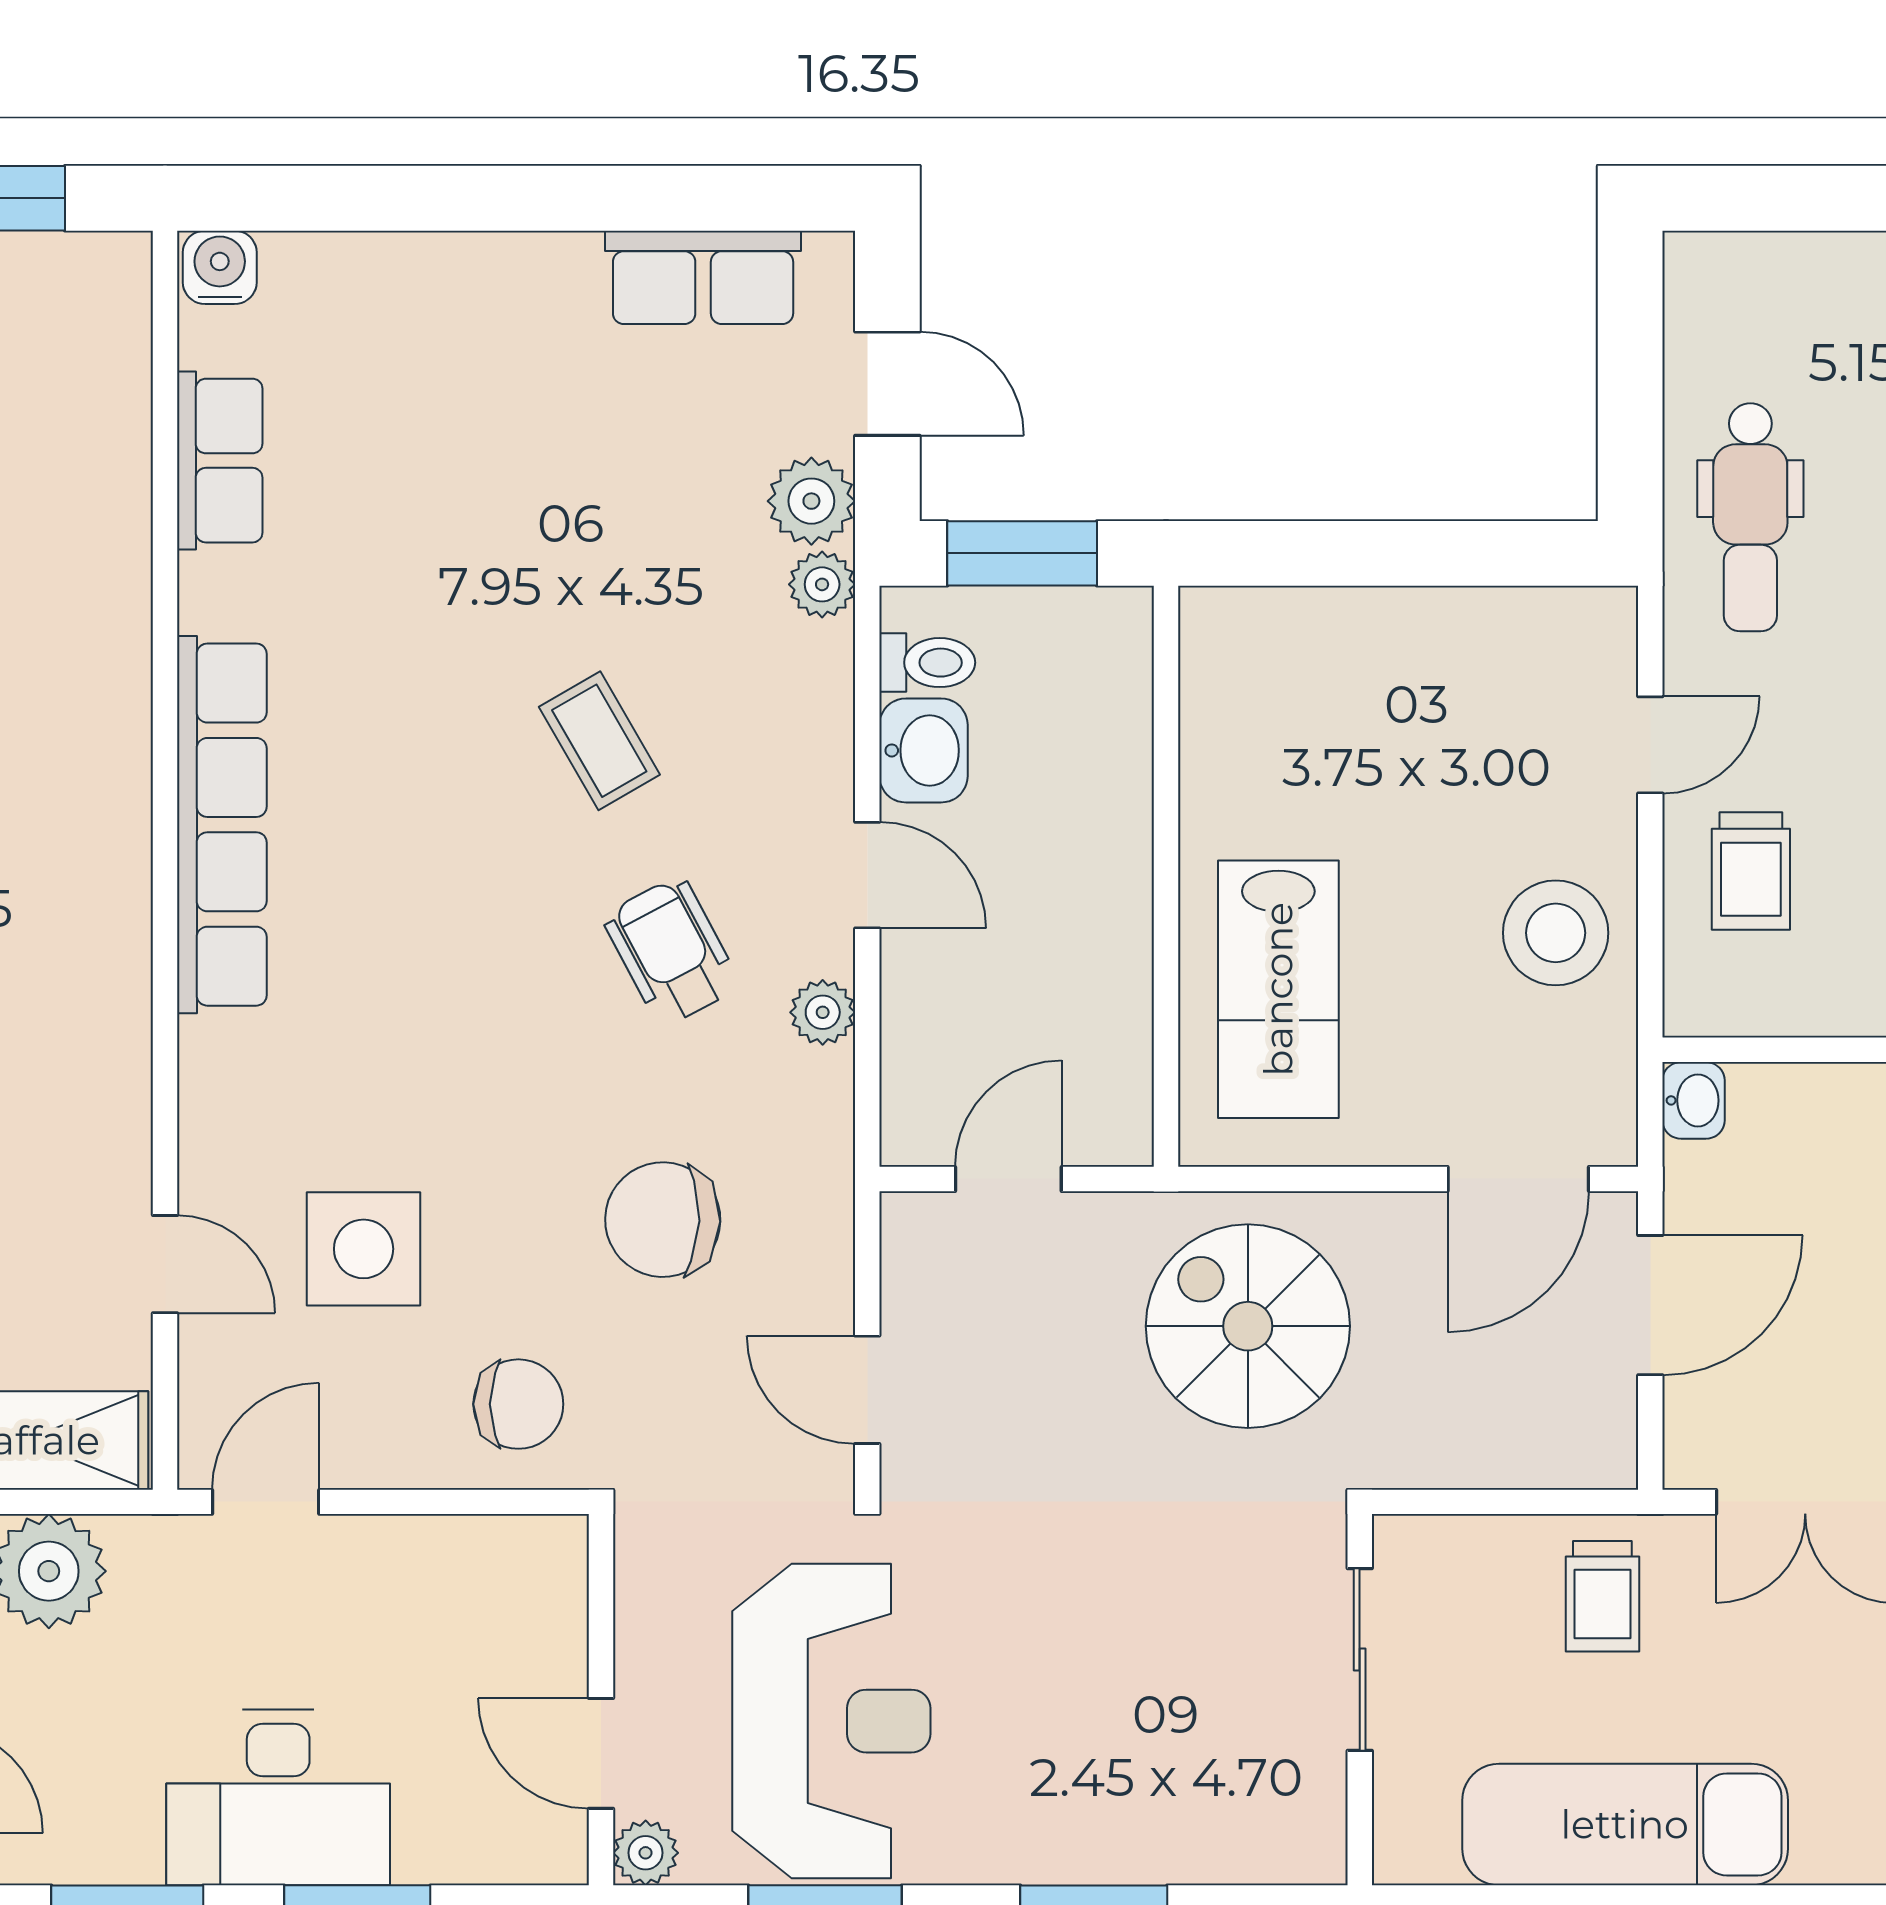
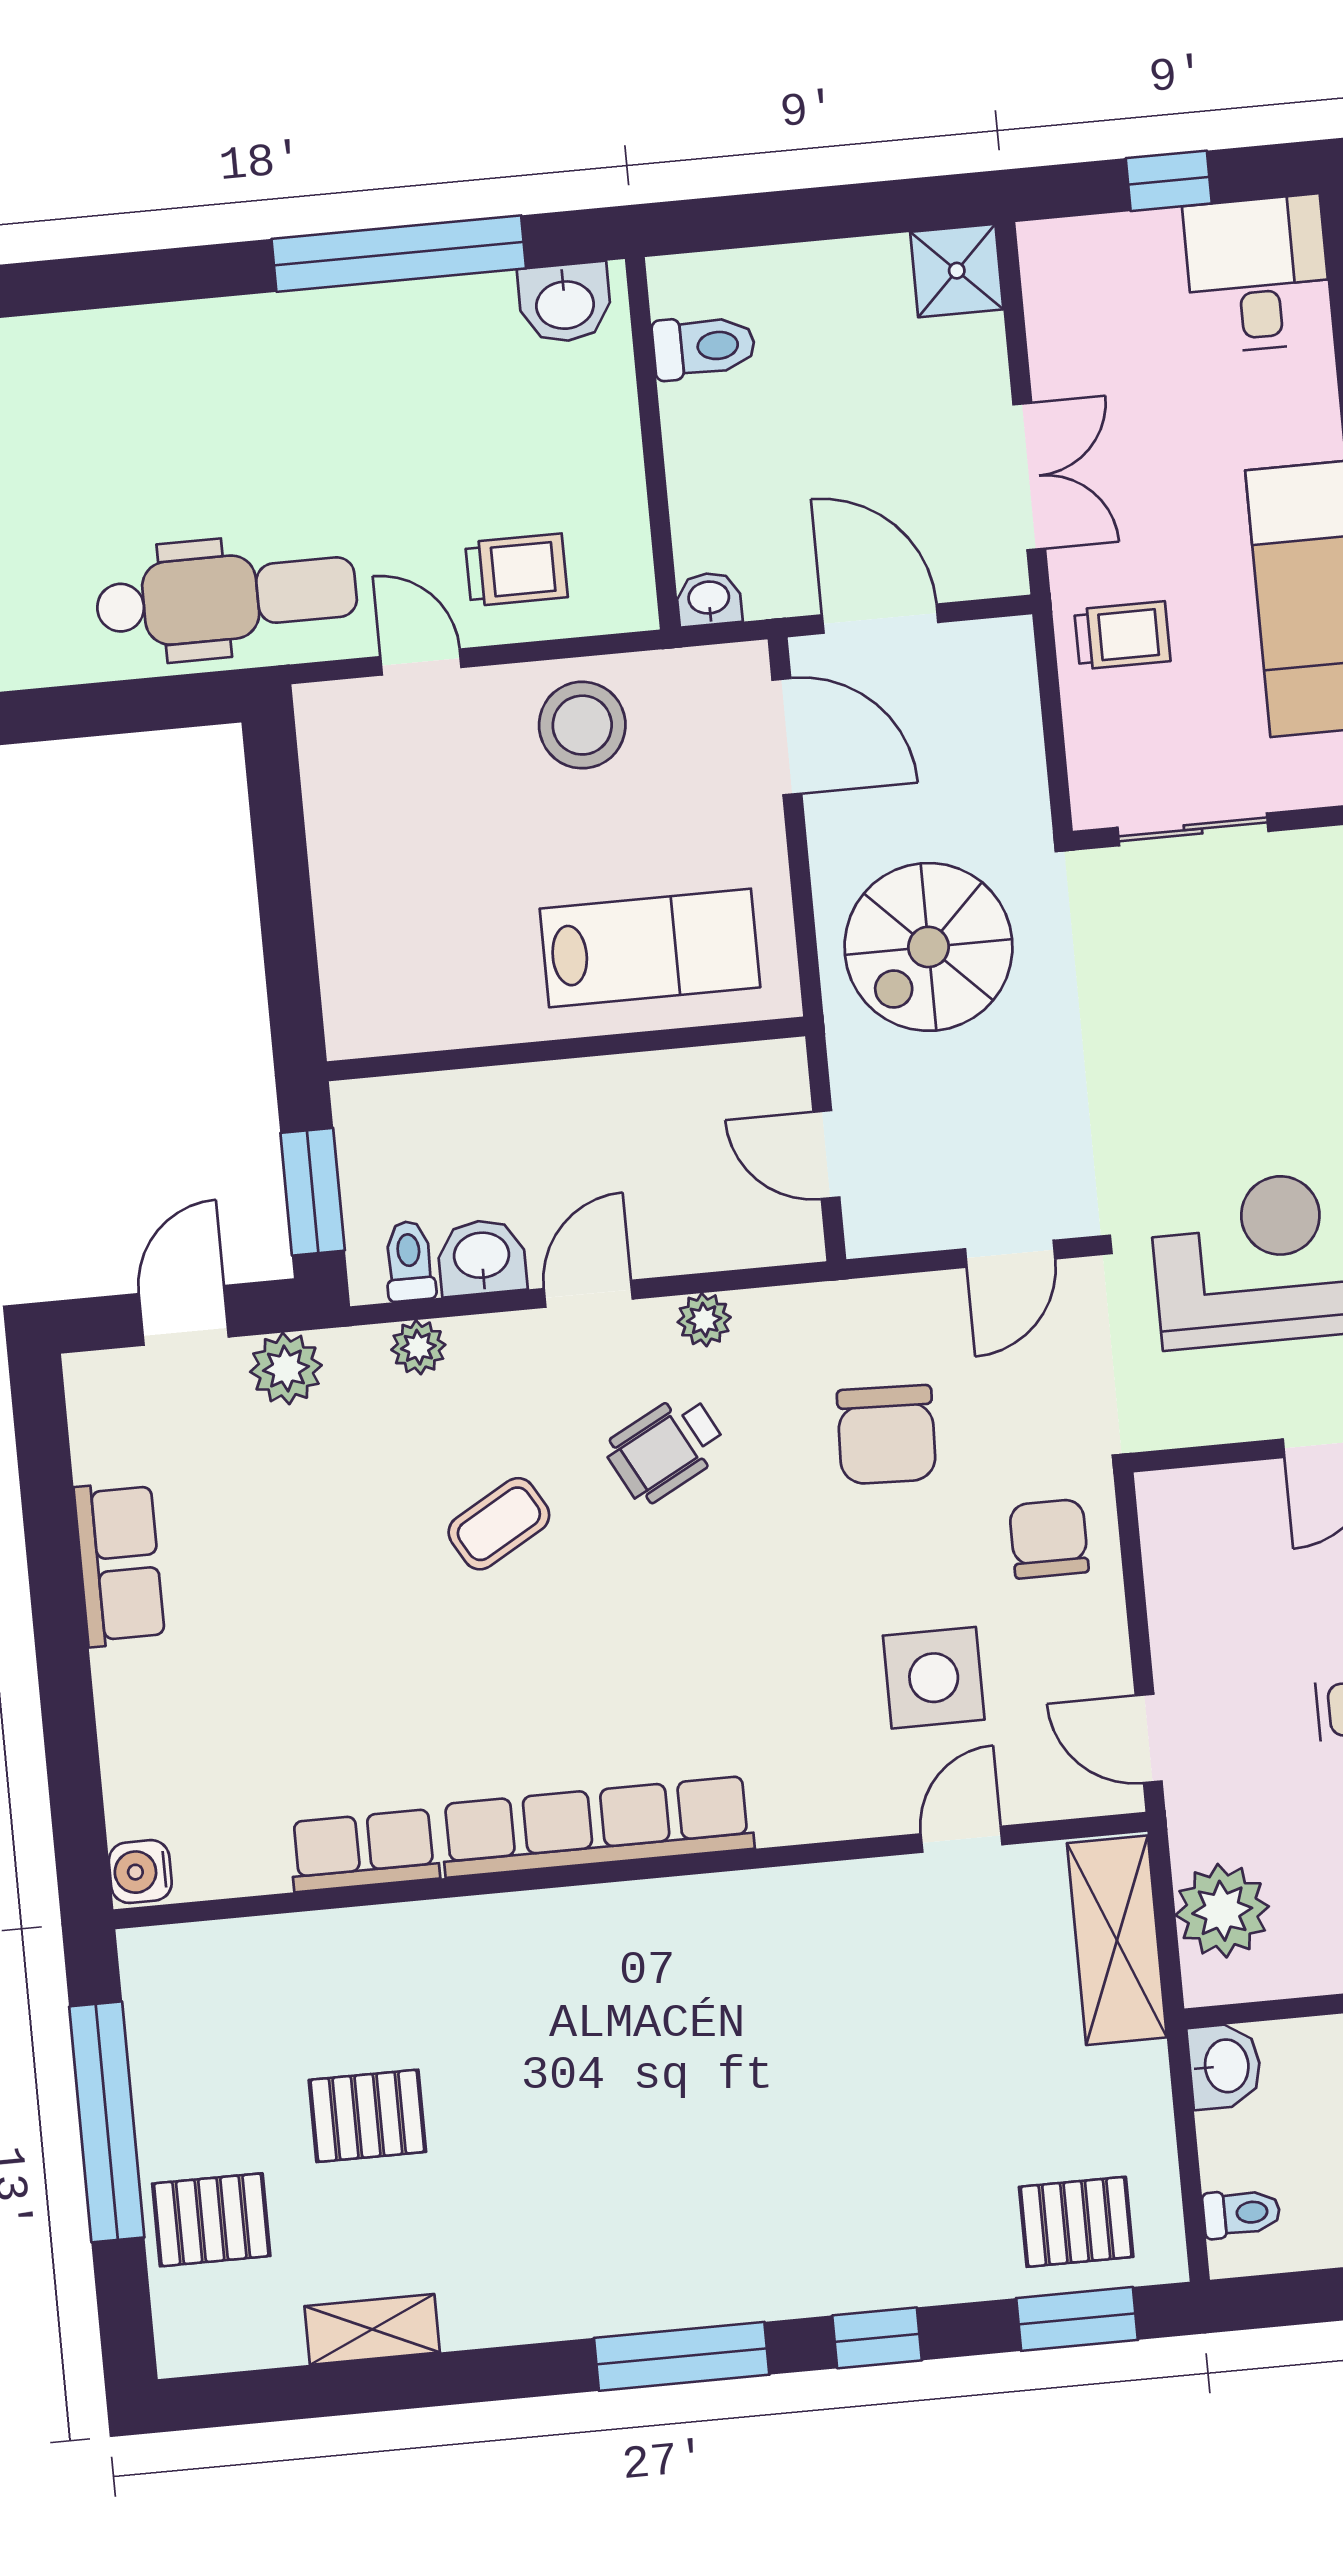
row of seats: (703, 277) -> (119, 1564), moved
row of seats: (220, 461) -> (364, 1850), moved
dental chair: (1750, 517) -> (226, 598), width x1.36, depth x1.38
plant: (822, 584) -> (418, 1347), moved

